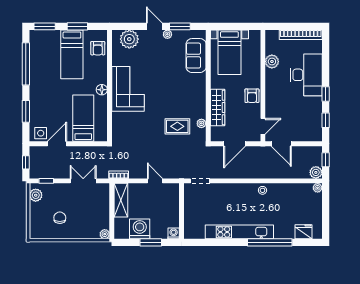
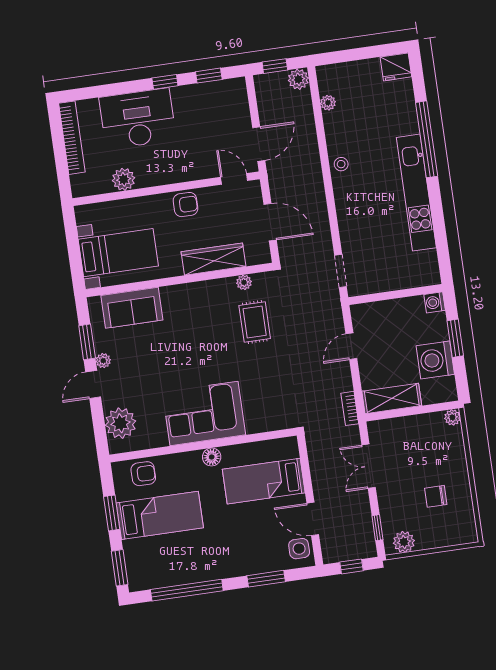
plant: (318, 188) -> (328, 103), moved
fridge: (304, 232) -> (396, 67), moved, turned -90

